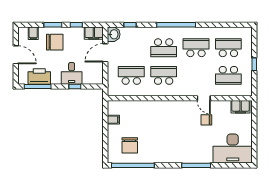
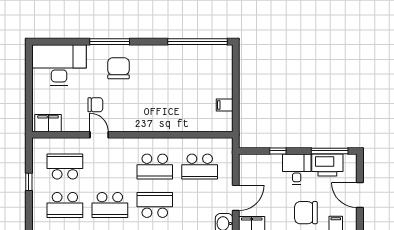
desk: (72, 73) -> (297, 169), moved
chair: (130, 145) -> (118, 68), moved

